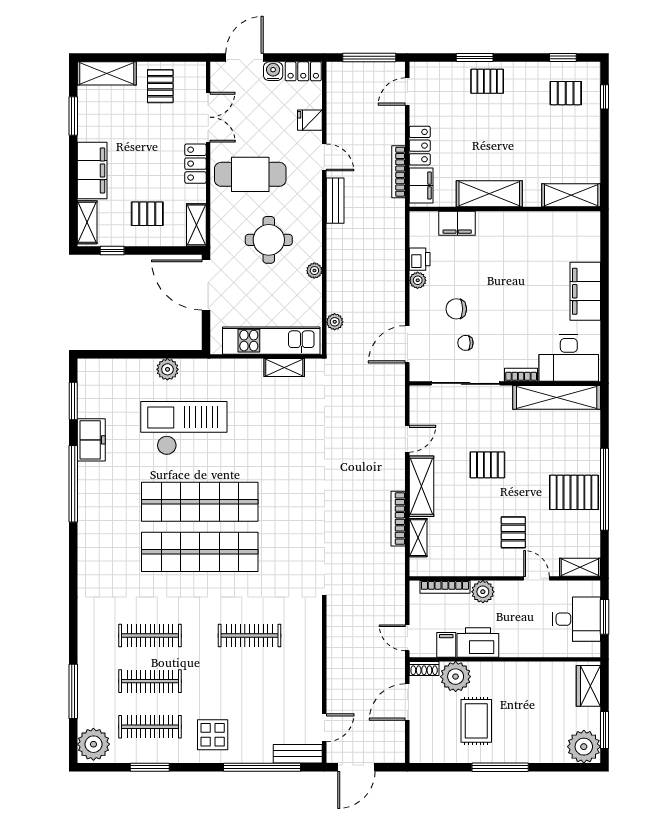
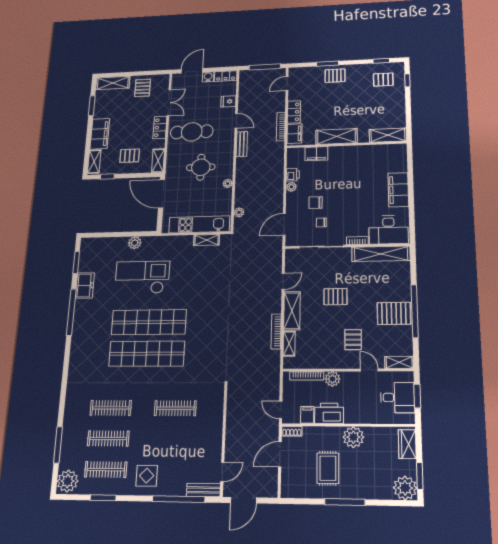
plant: (456, 677) -> (353, 437), moved

